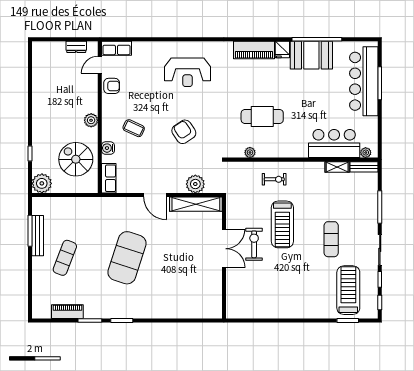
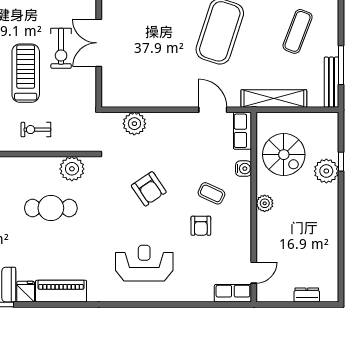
dresser: (76, 47) -> (307, 295), moved
armchair: (112, 86) -> (201, 226), moved, turned -90
plant: (250, 152) -> (72, 169), width x1.87, depth x1.87
plant: (42, 183) -> (326, 171), moved
door: (155, 195) -> (213, 110), moved
shelving: (196, 204) -> (274, 98), moved
bench: (38, 236) -> (331, 82), moved

